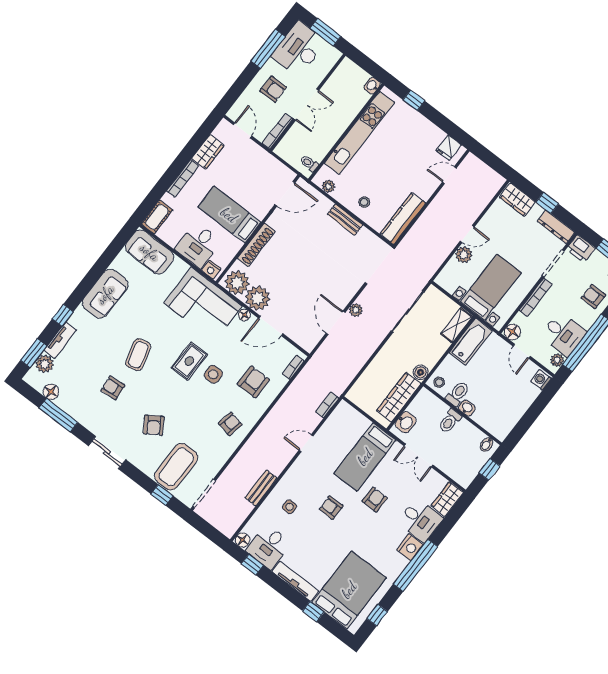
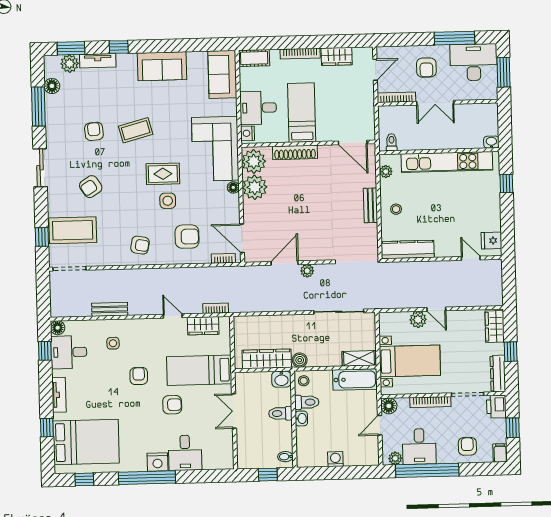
door: (271, 326) -> (242, 238), moved
washing machine: (541, 380) -> (335, 459), moved
washbasin: (406, 422) -> (281, 379), moved
wardrobe: (447, 499) -> (203, 326), moved, turned 180
tv unit: (295, 581) -> (59, 395), width x0.71

